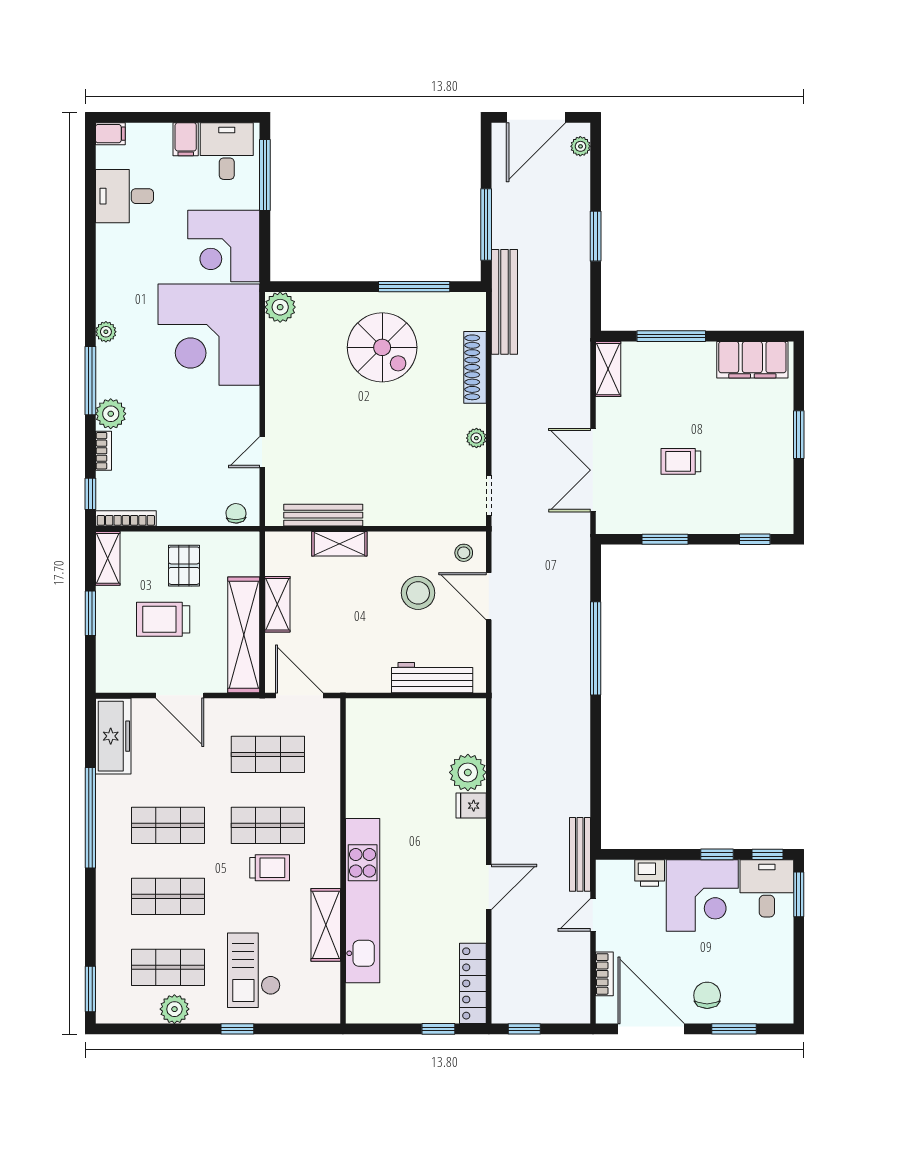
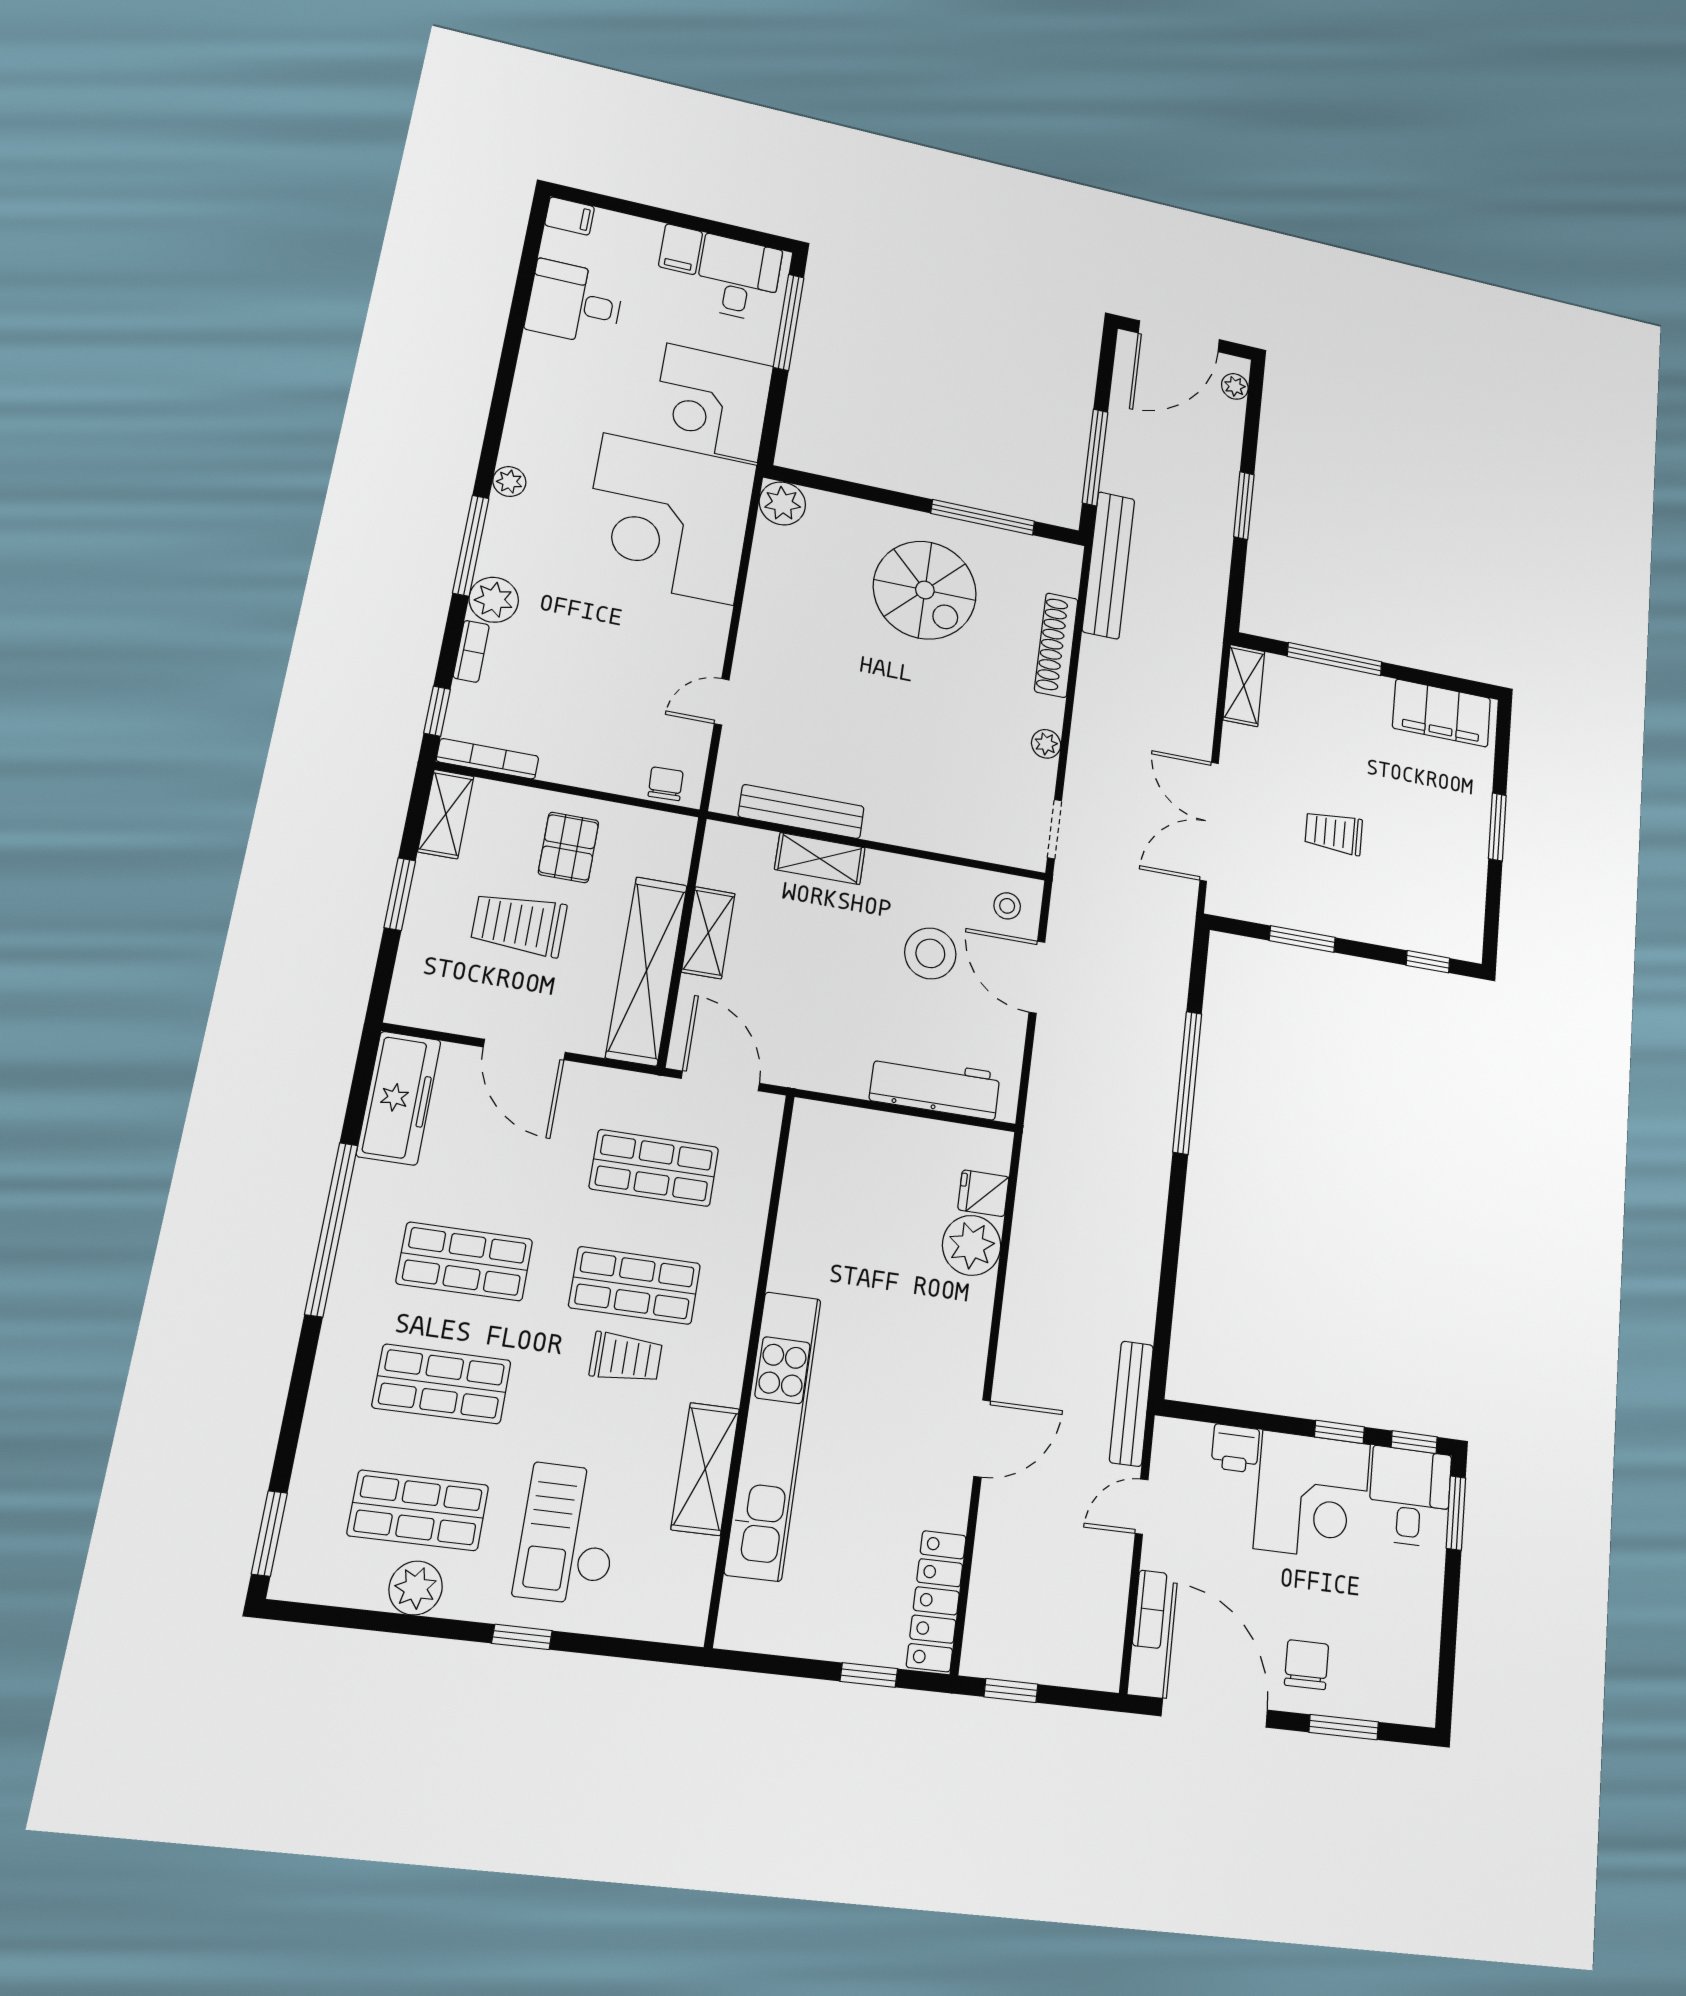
fridge: (471, 806) -> (983, 1193), moved

